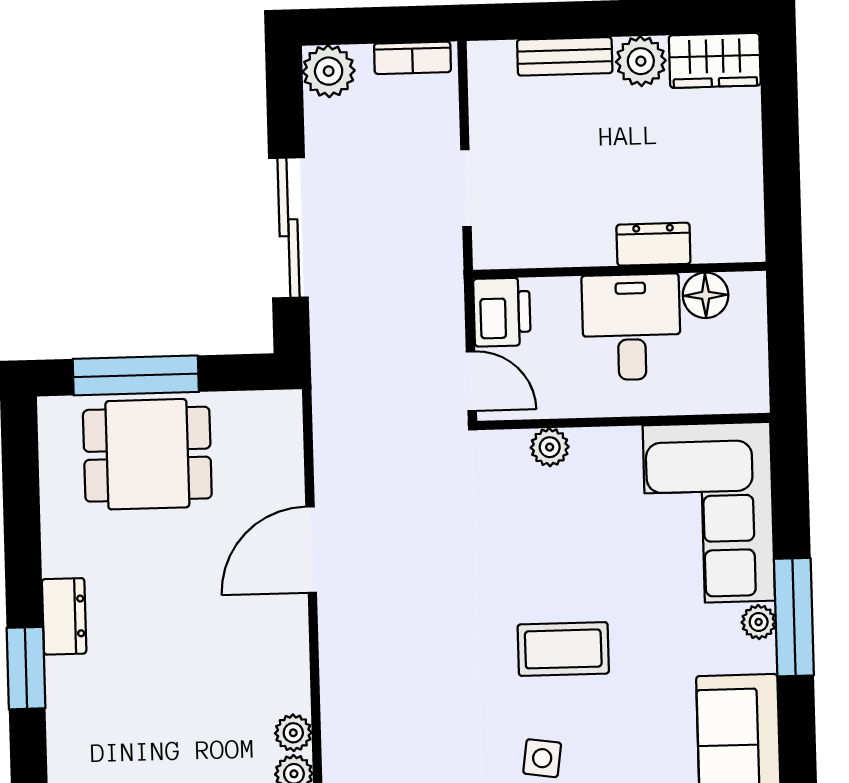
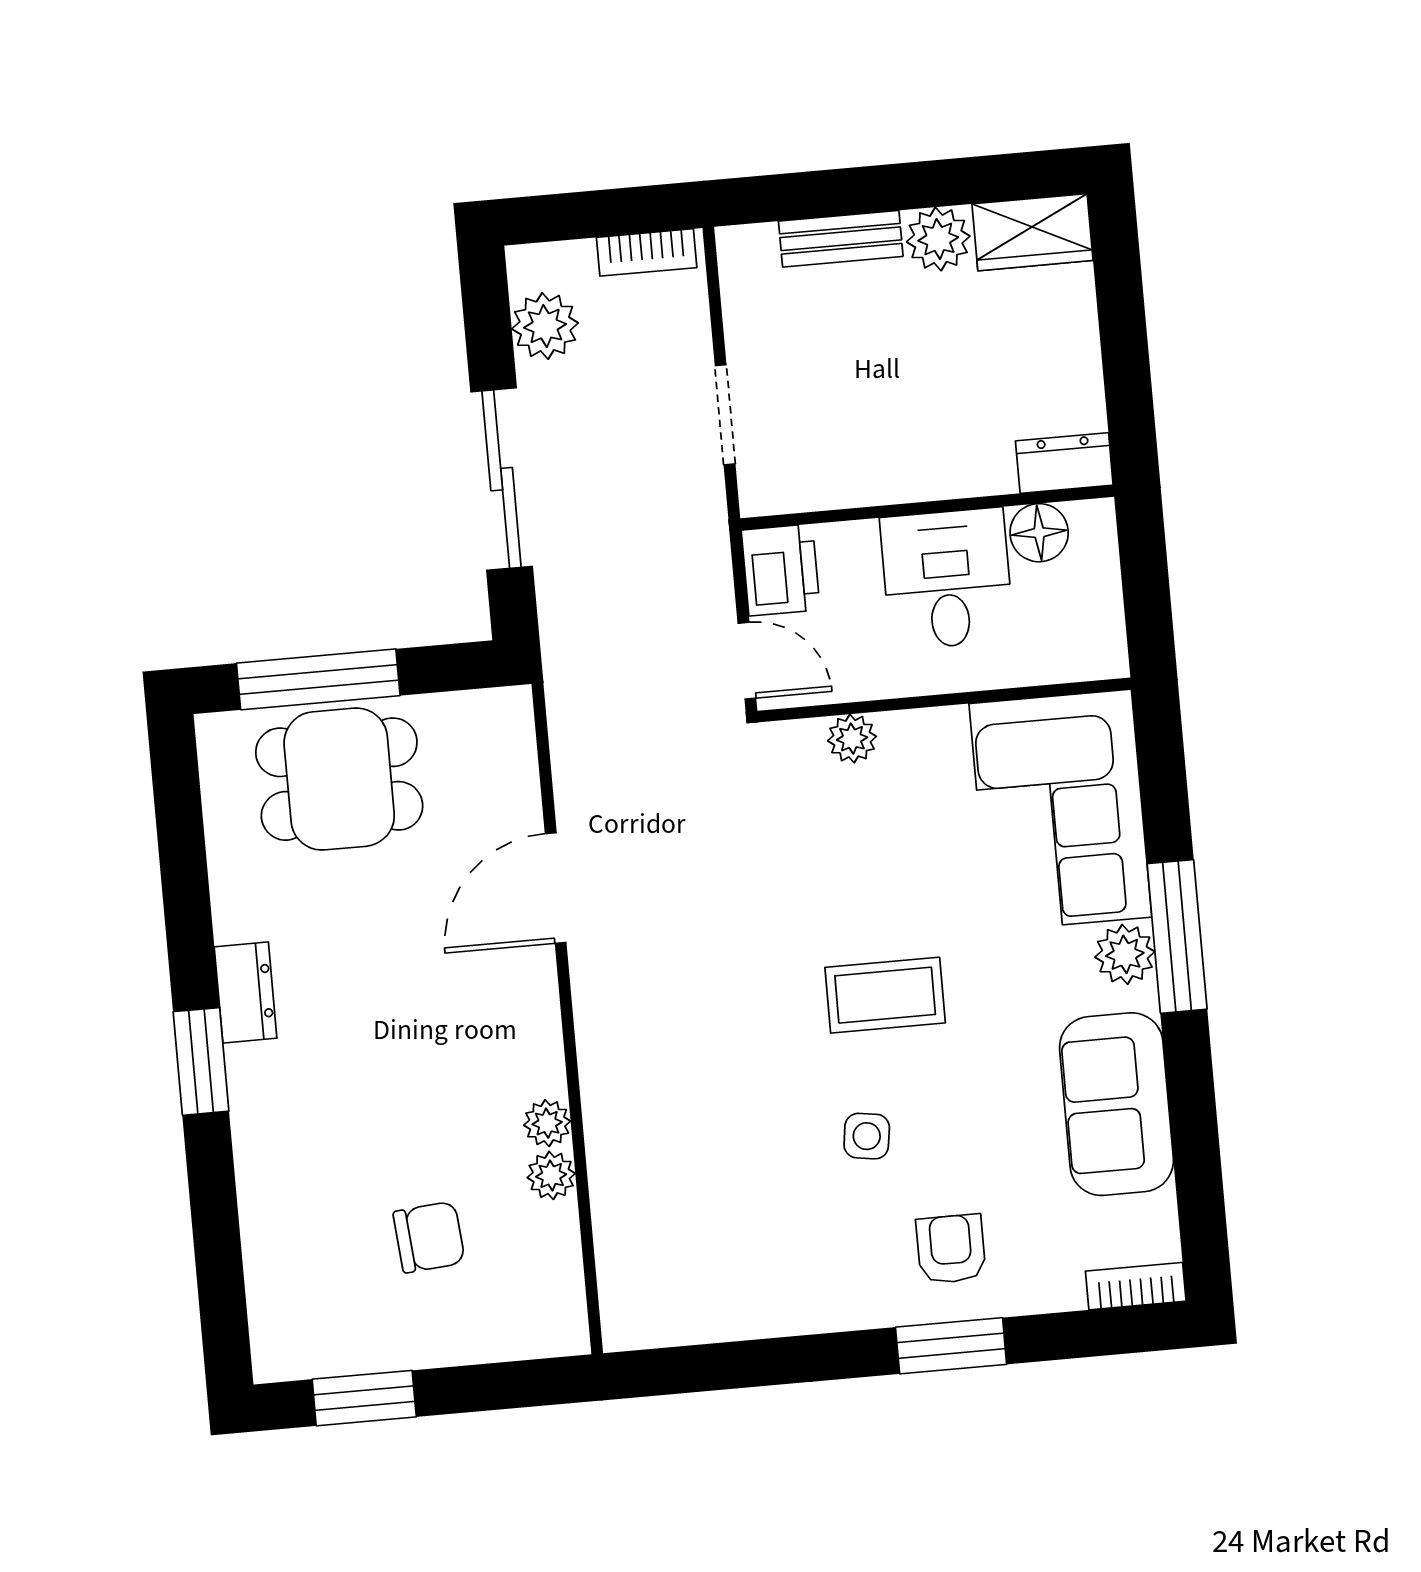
plant: (329, 71) -> (545, 326), moved
dresser: (653, 244) -> (1064, 463), moved
plant: (759, 622) -> (1125, 954), width x1.38, depth x1.38

